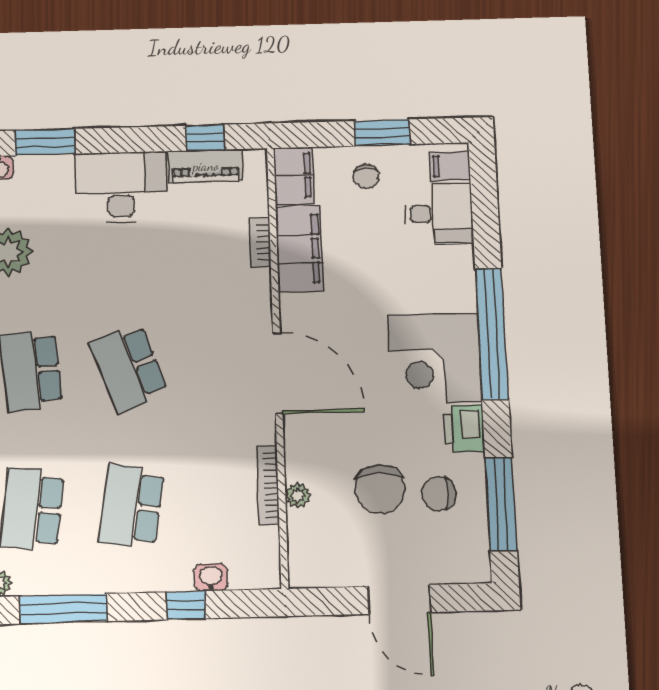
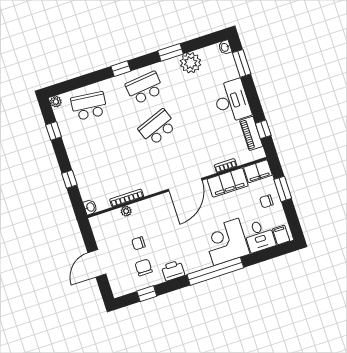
window: (382, 133) -> (283, 189), moved
corner desk: (435, 359) -> (226, 242), moved
door: (278, 373) -> (185, 185), moved
chair: (380, 489) -> (138, 243), width x0.54, depth x0.54
window: (501, 504) -> (147, 294), width x0.46
school desk: (131, 506) -> (102, 146), removed
washbasin: (211, 577) -> (90, 207), moved
window: (63, 609) -> (54, 131), width x0.46

